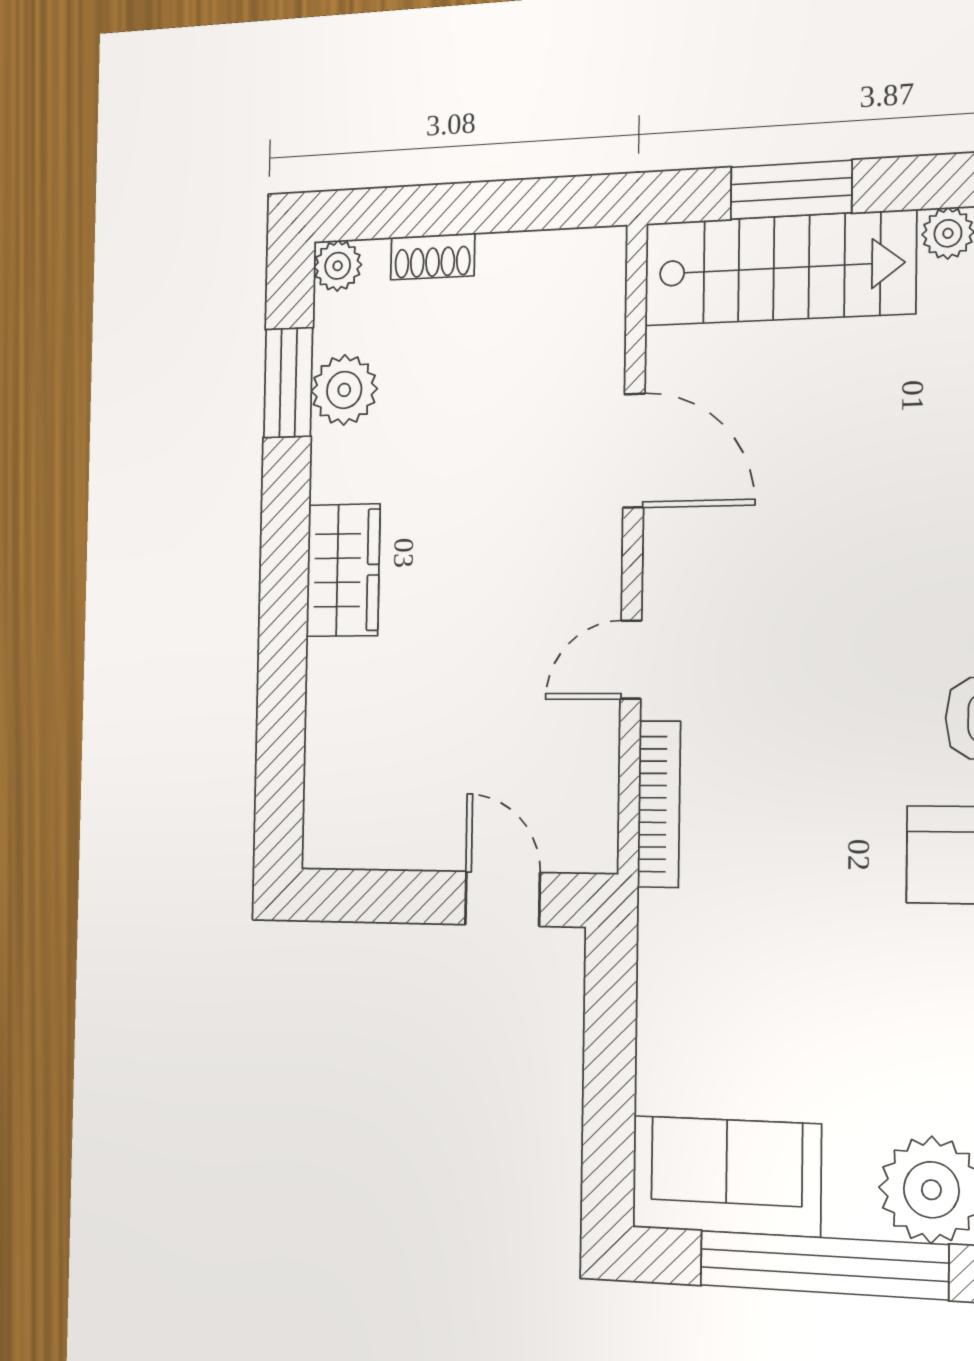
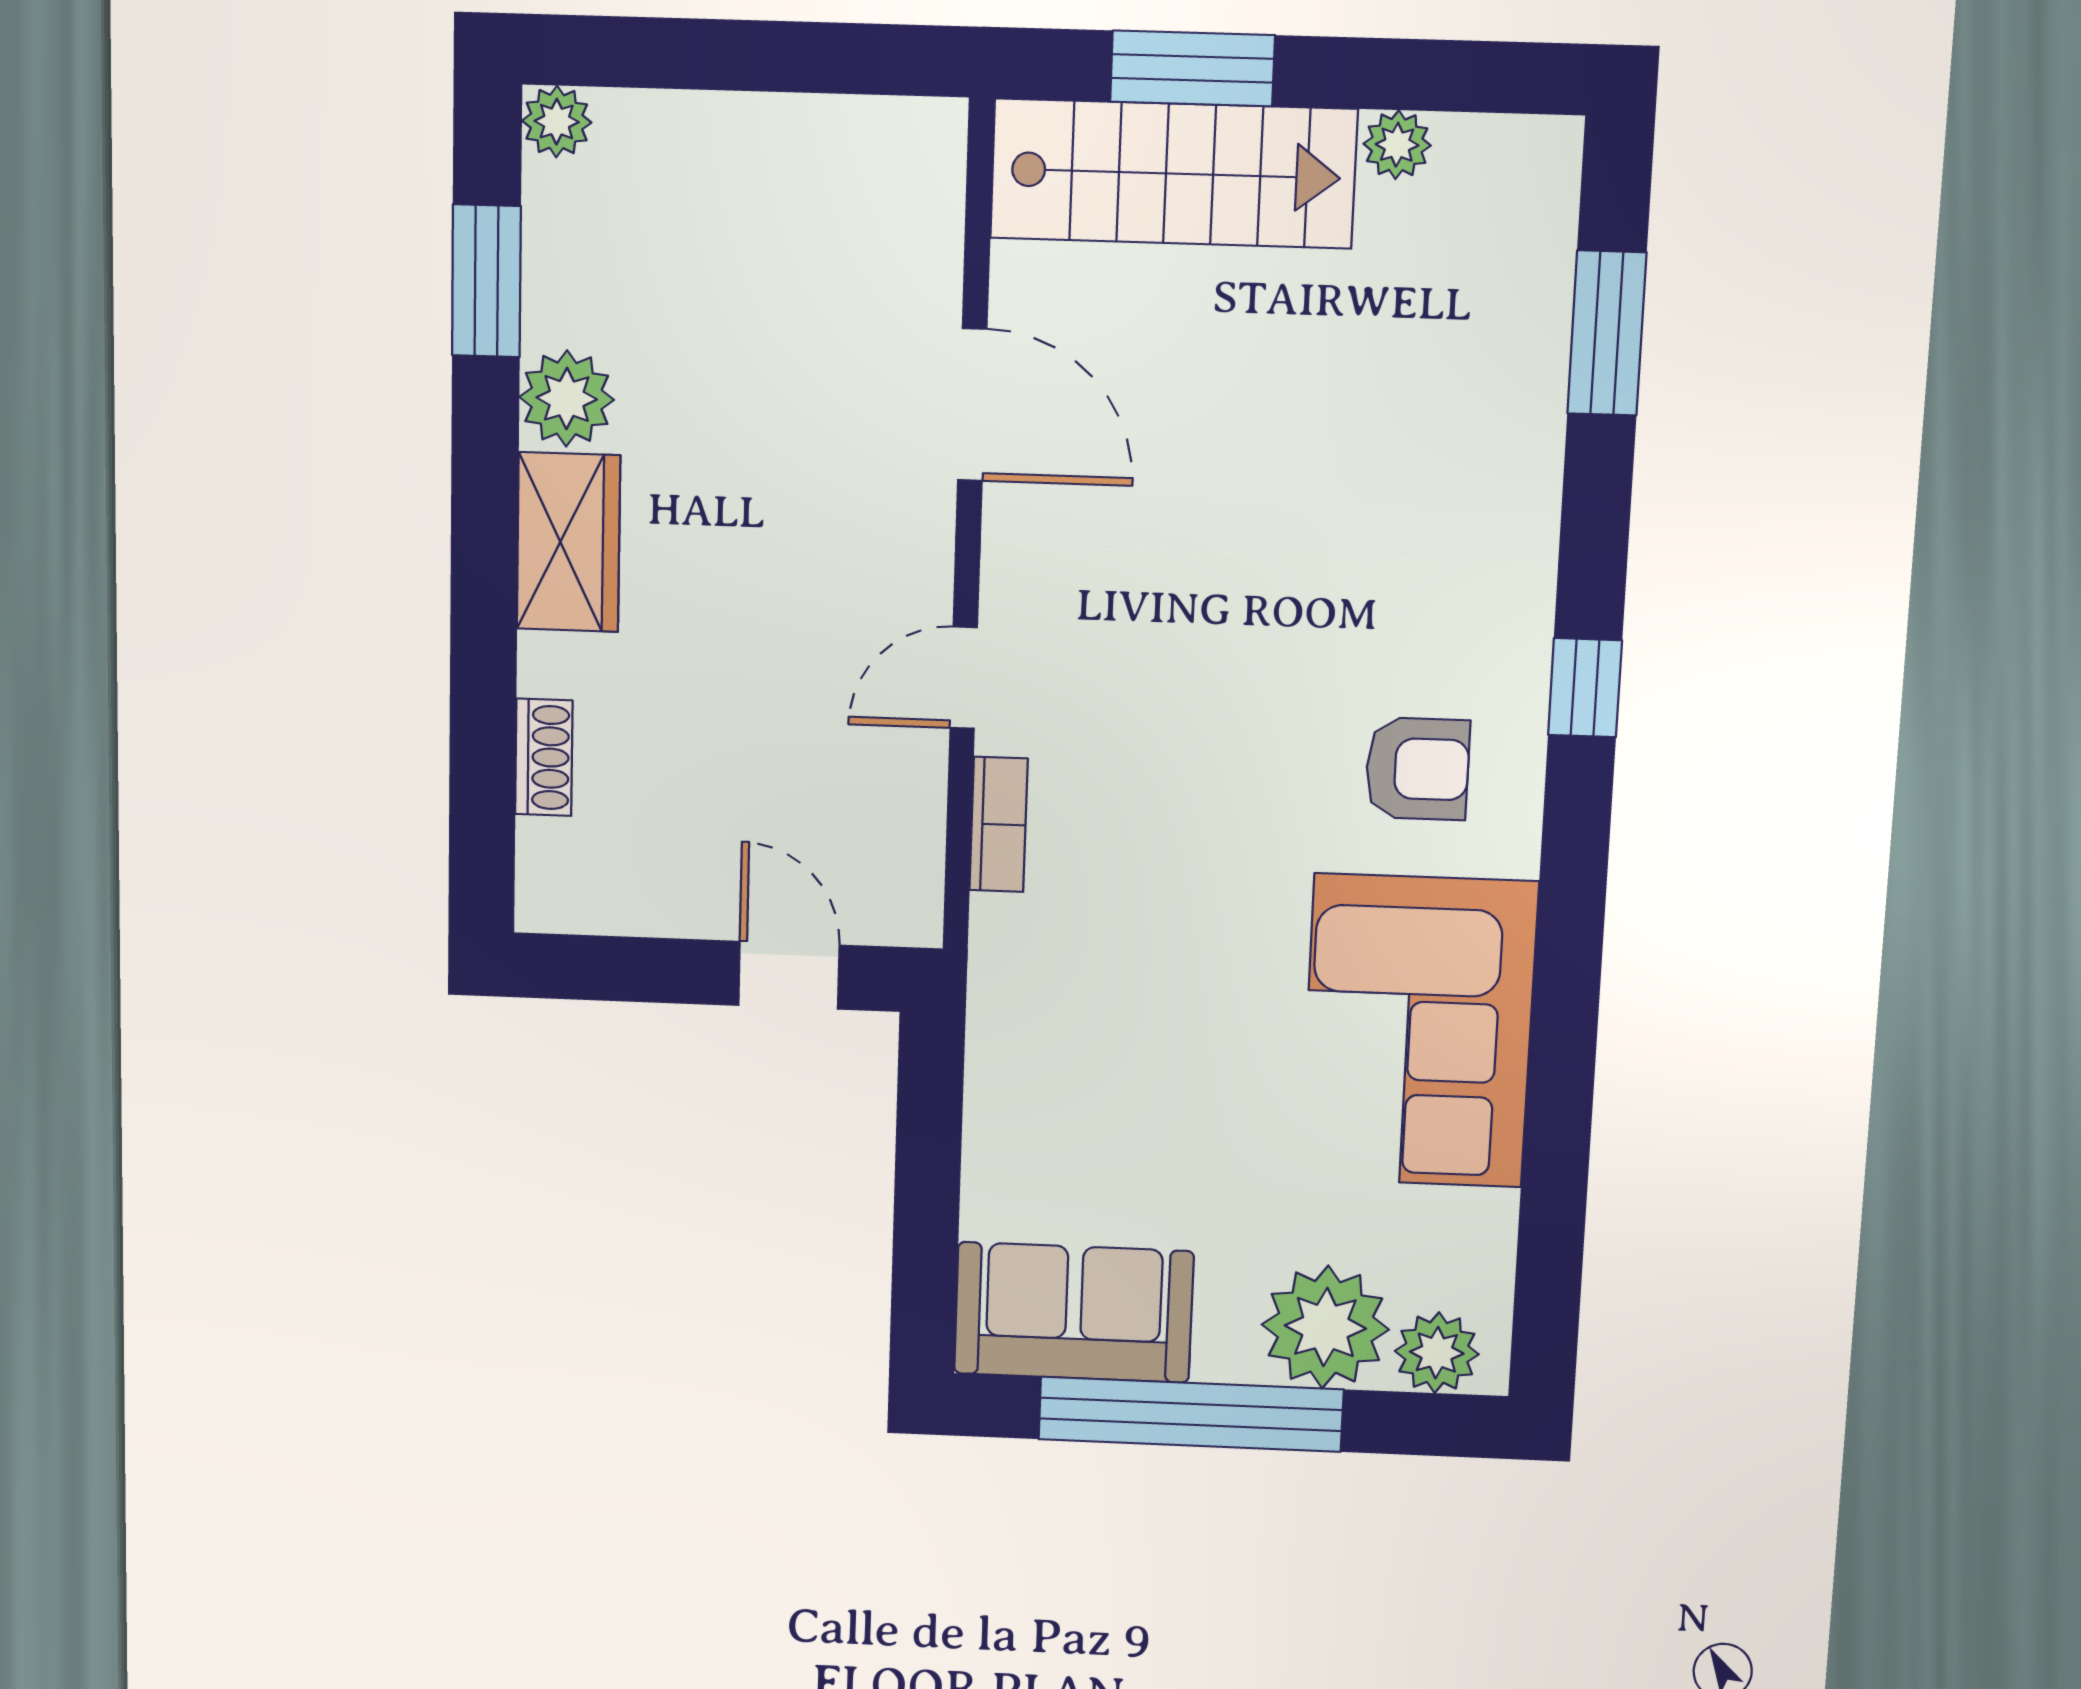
shoe rack: (433, 257) -> (544, 757), moved, turned -90
plant: (344, 390) -> (567, 398), moved
bookcase: (659, 804) -> (999, 824), width x0.64

